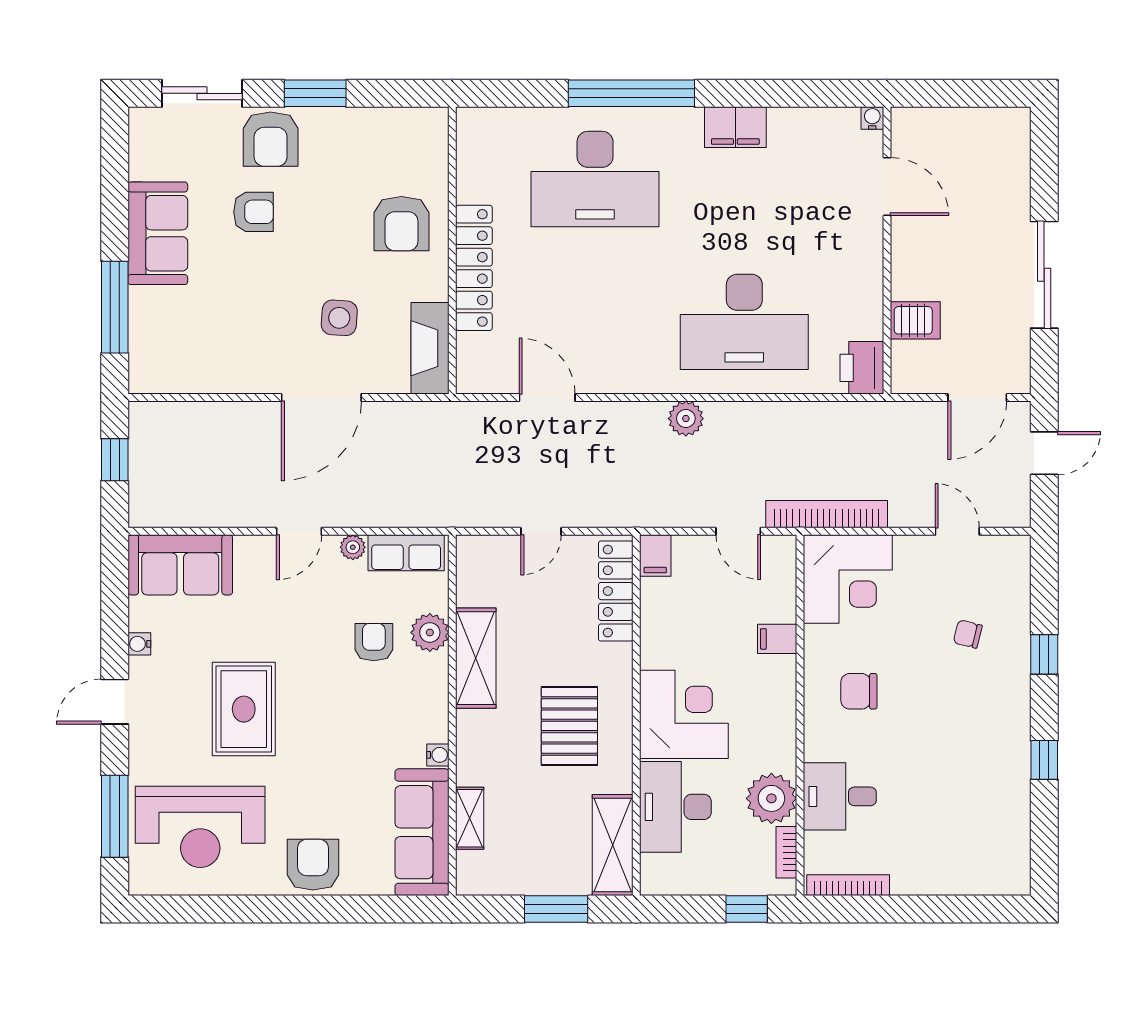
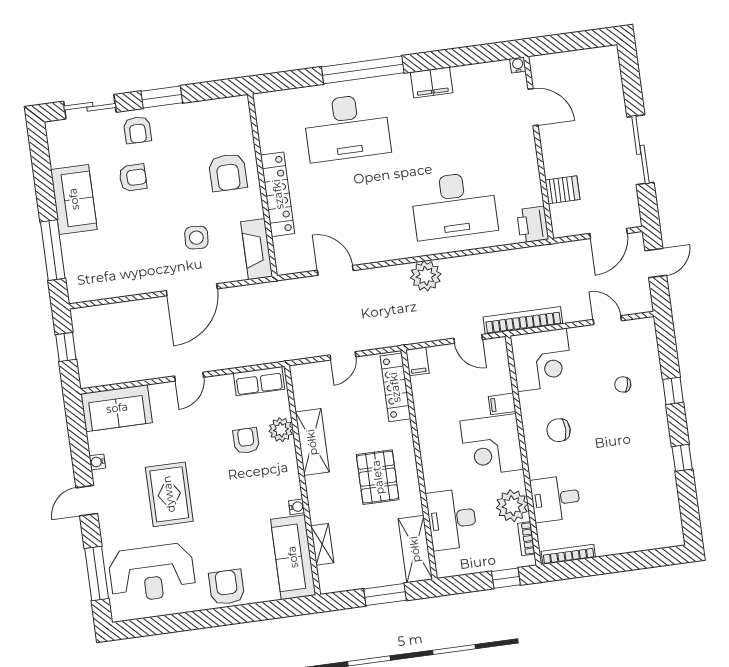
armchair: (271, 139) -> (137, 130), width x0.72, depth x0.72
plant: (686, 419) -> (426, 276), width x1.36, depth x1.36
plant: (353, 547) -> (225, 382), removed
corner desk: (684, 714) -> (492, 445), moved, turned 180

